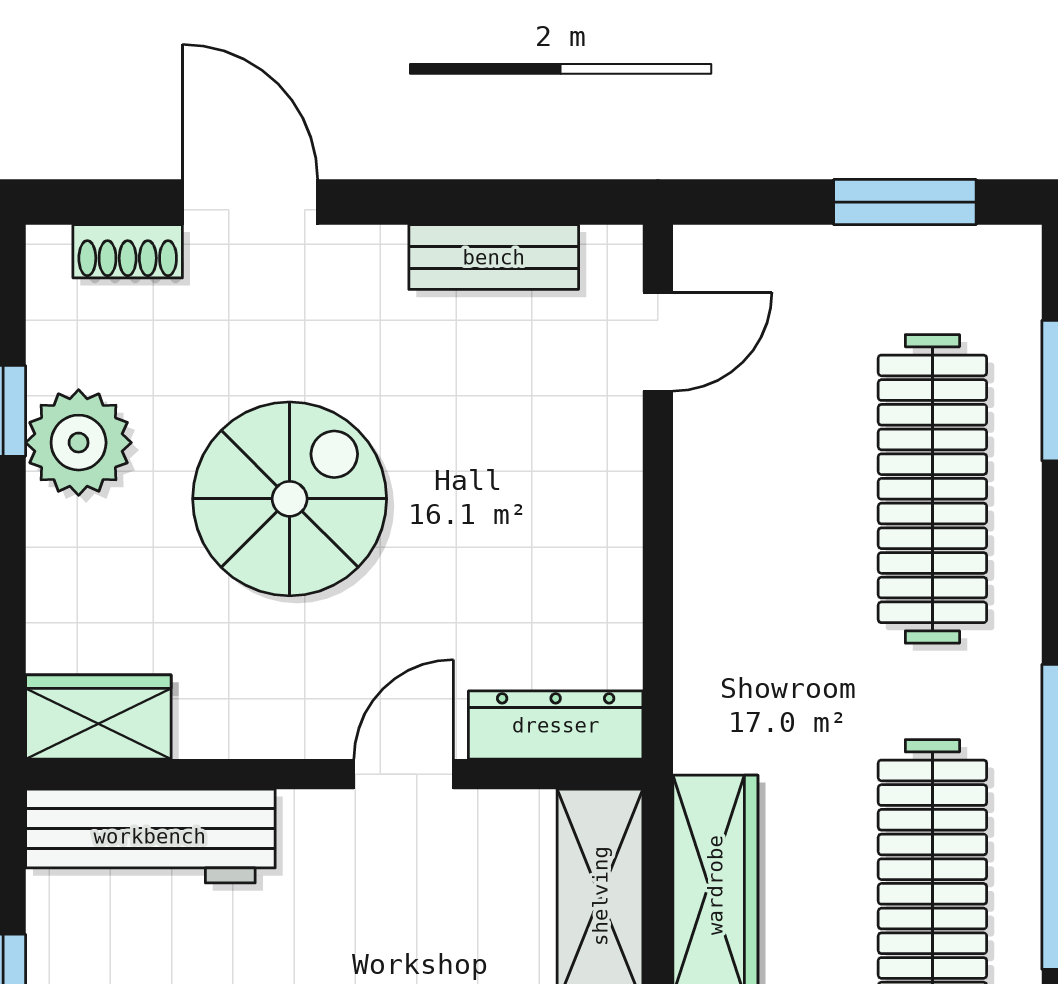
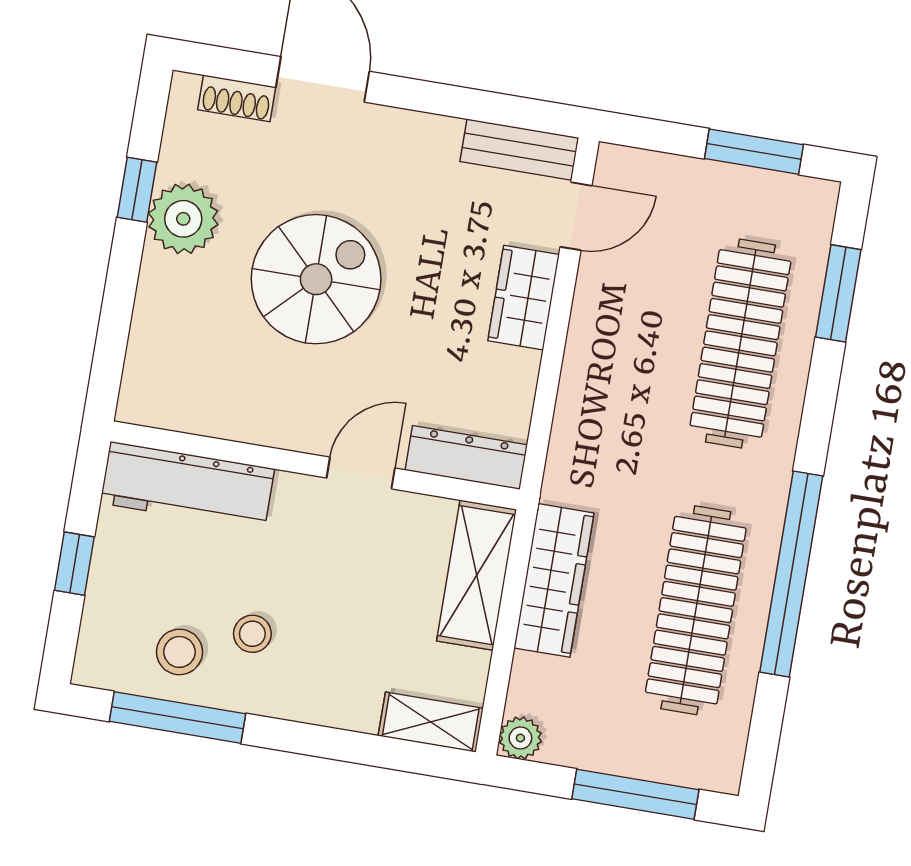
bench: (494, 257) -> (519, 150), moved
wardrobe: (98, 717) -> (524, 298), moved, turned -90

